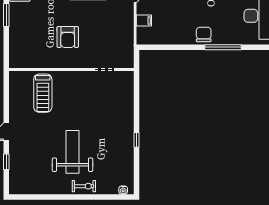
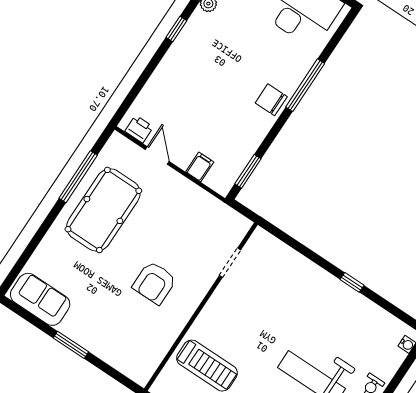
armchair: (68, 37) -> (154, 283), turned 90
window: (158, 47) -> (248, 171), added

